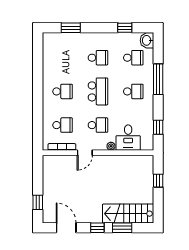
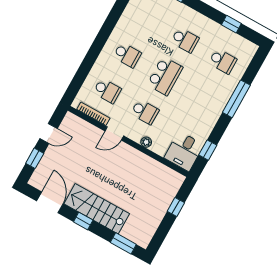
washbasin: (147, 40) -> (248, 51), removed
school desk: (133, 91) -> (203, 97), removed
desk: (128, 138) -> (184, 151), moved
door: (38, 179) -> (49, 133), added
stairs: (128, 214) -> (97, 209), moved
window: (122, 228) -> (123, 243), moved

